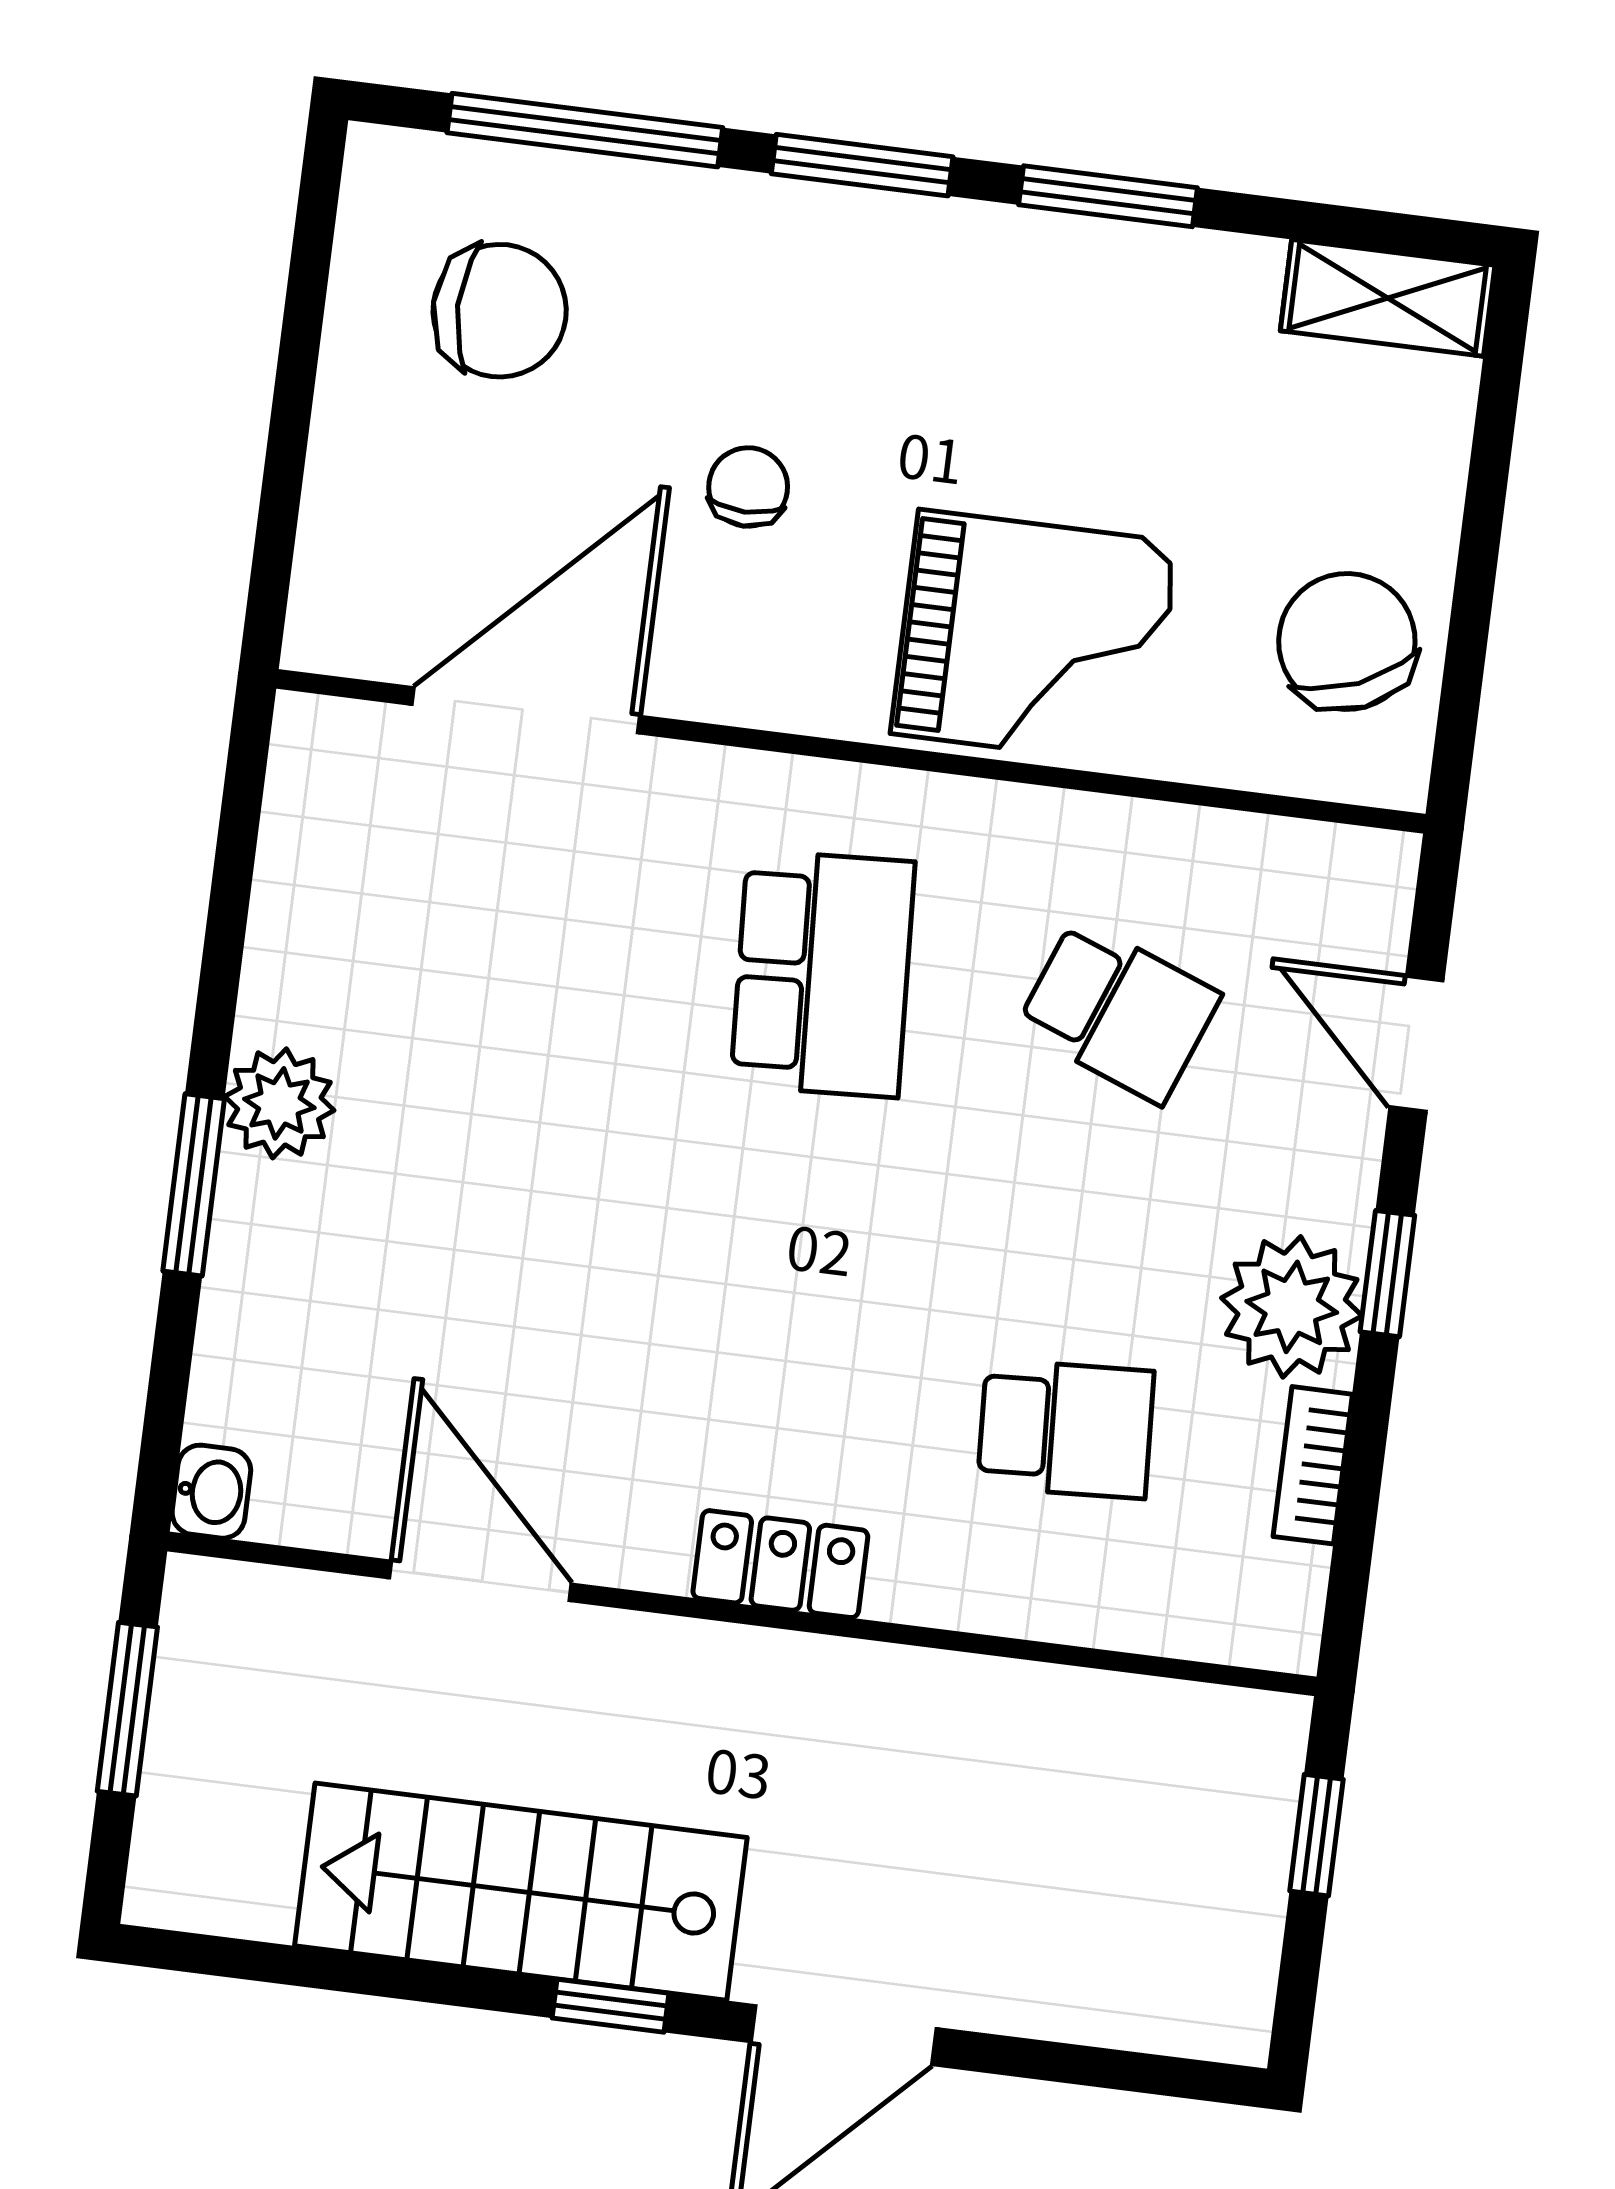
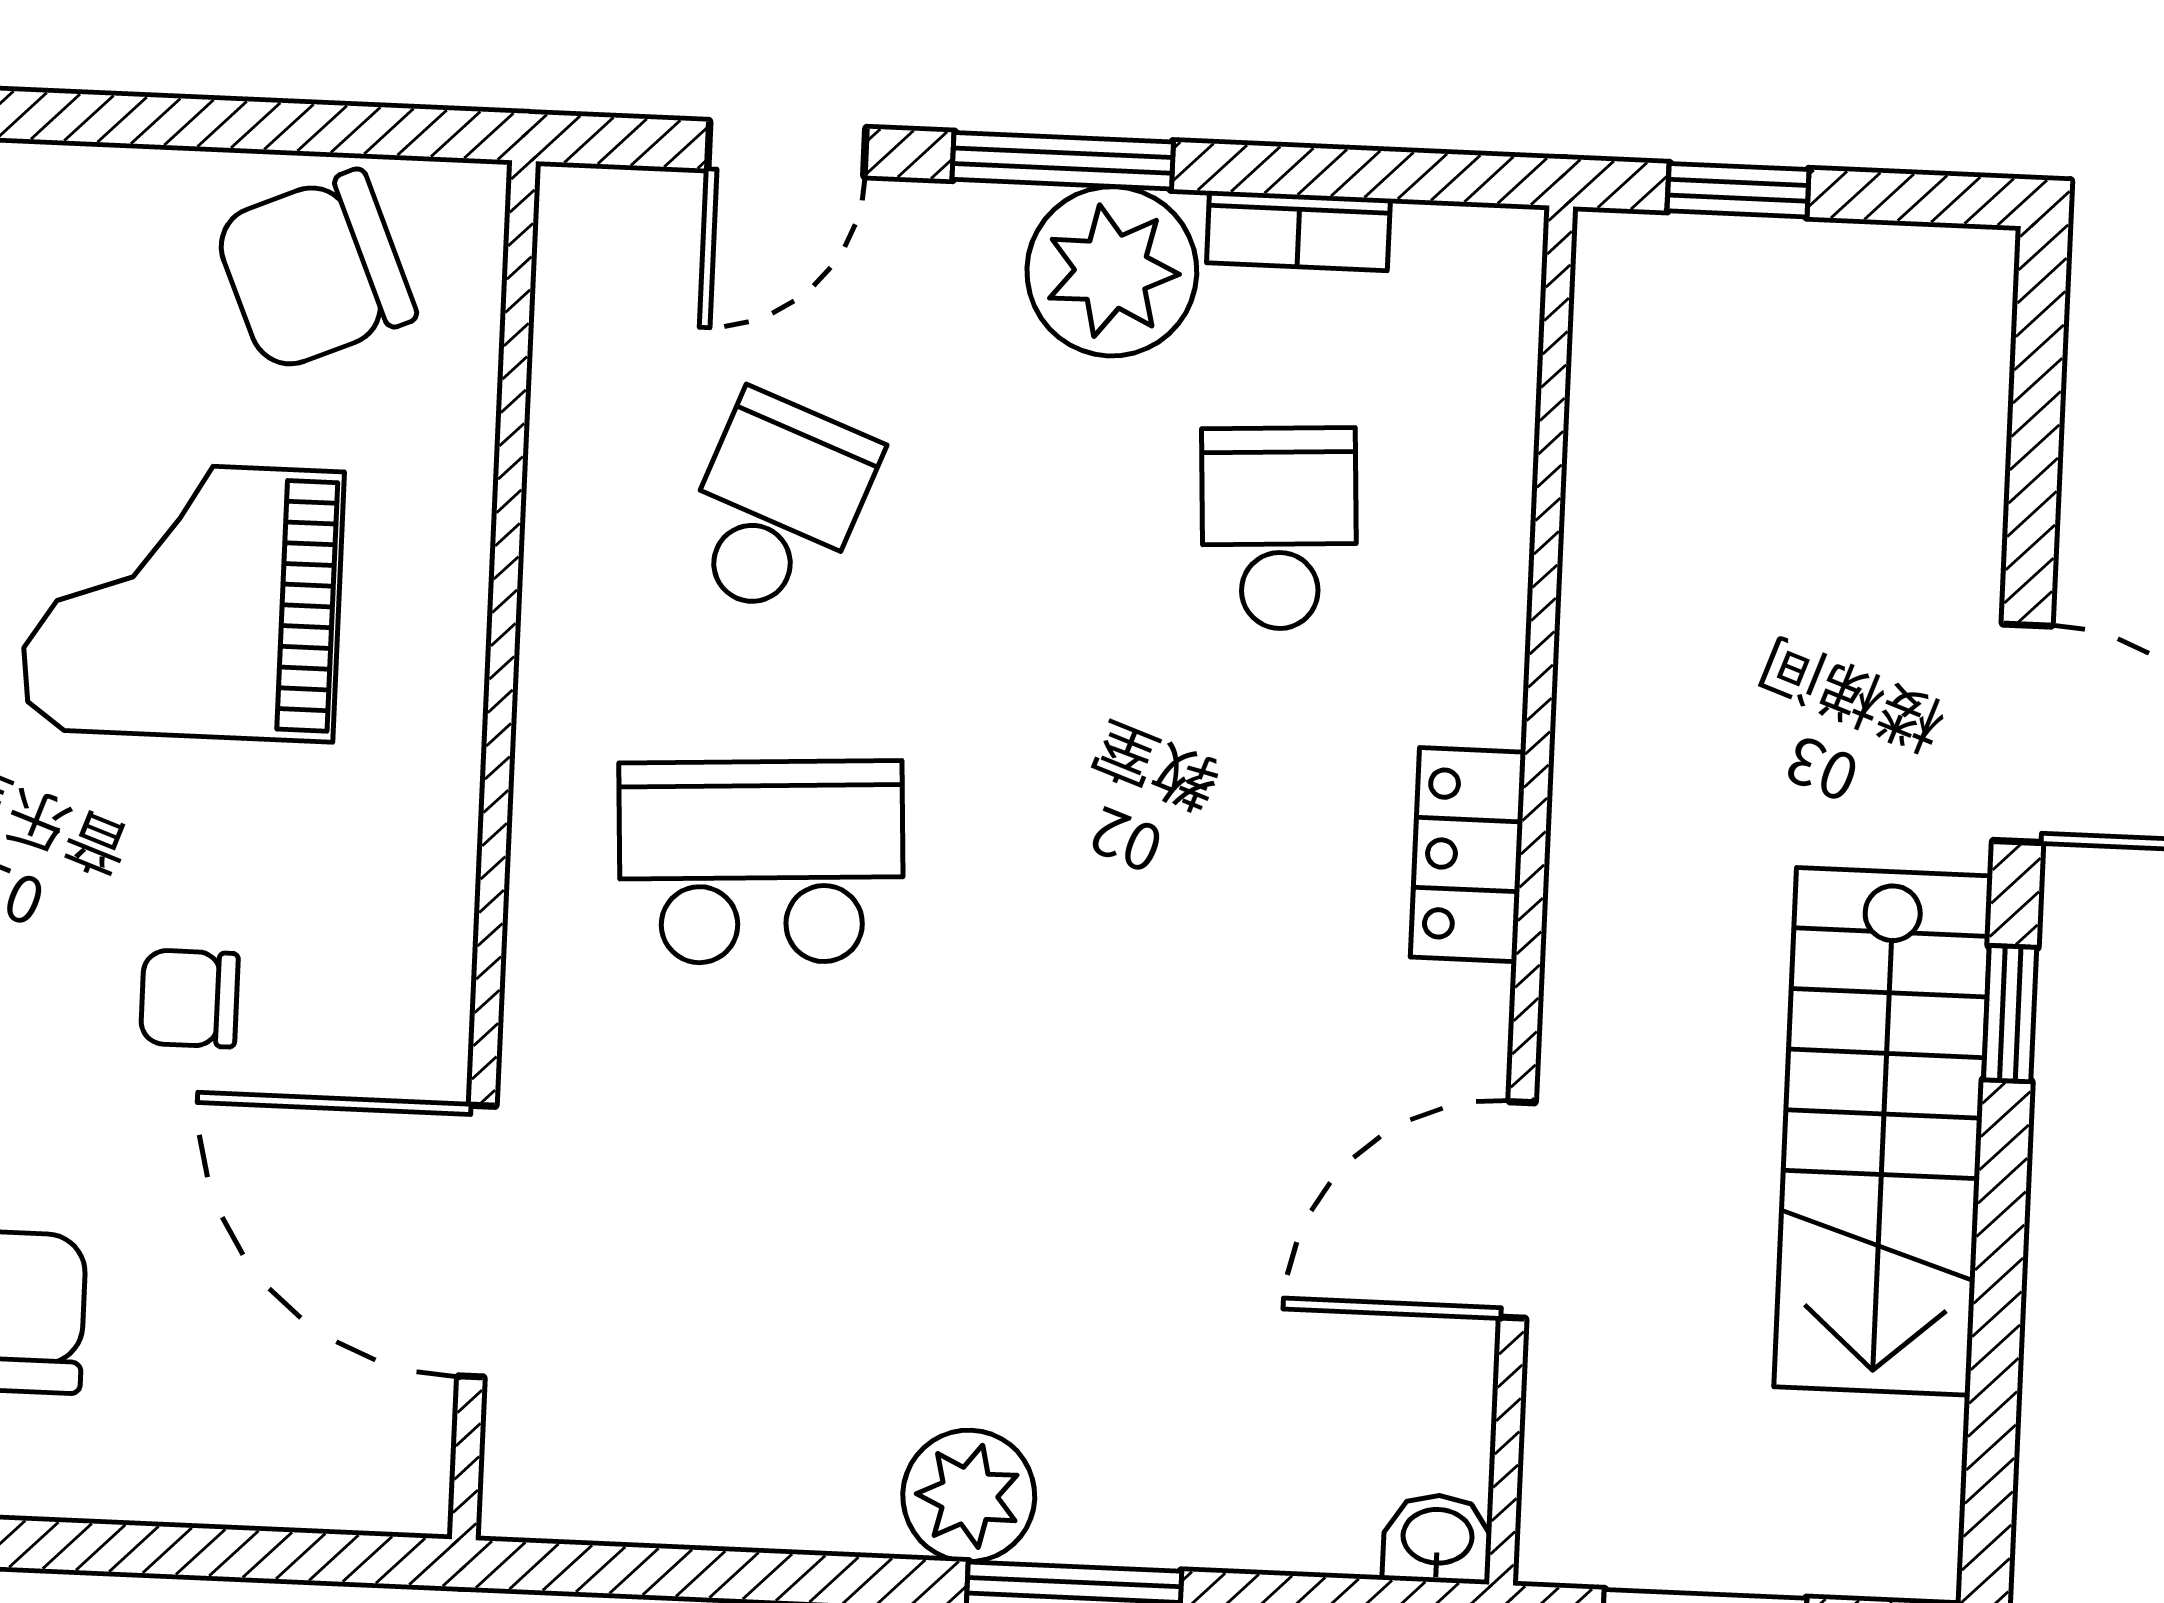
grand piano: (1034, 638) -> (182, 600), moved, turned -90
window: (1387, 1274) -> (1063, 161), width x1.50

